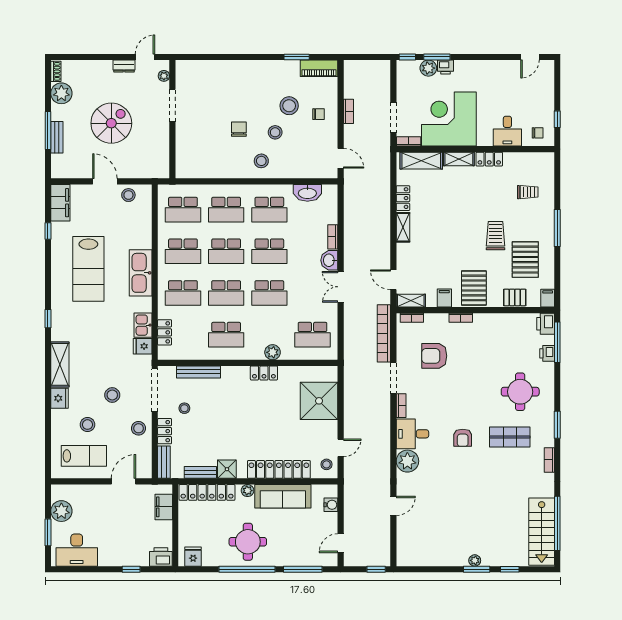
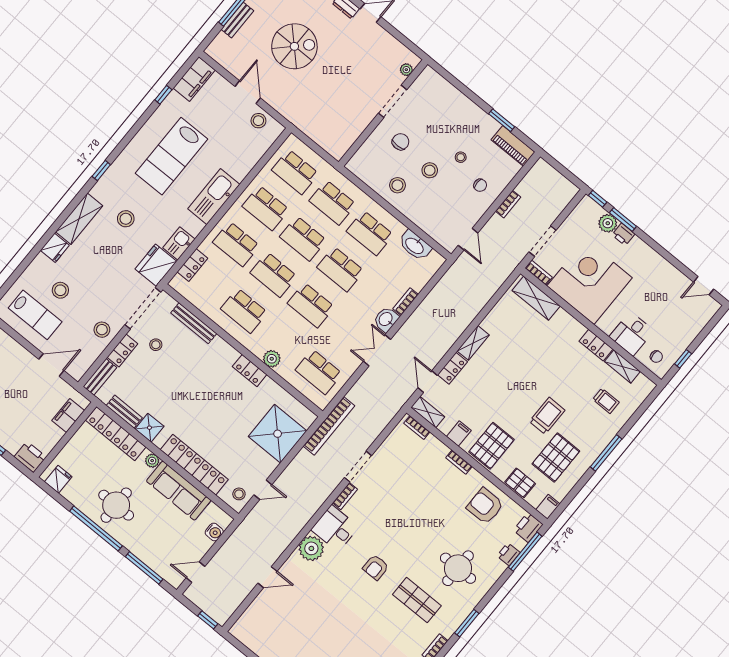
plant: (164, 76) -> (406, 70), moved
doorway: (172, 106) -> (393, 101), moved
stool: (289, 106) -> (461, 157), width x0.53, depth x0.53
wall: (172, 119) -> (383, 113), moved
shelving: (459, 159) -> (622, 366), moved
locker: (403, 198) -> (452, 368), moved
bookcase: (384, 333) -> (329, 426), moved, turned 180
fridge: (143, 346) -> (156, 265), width x1.88, depth x1.34
armchair: (434, 356) -> (485, 506), moved
stool: (112, 395) -> (126, 219), moved

